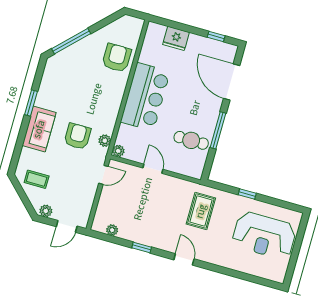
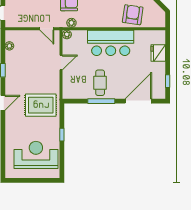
armchair: (117, 58) -> (133, 15), turned -82
cafe table: (191, 140) -> (100, 83), moved
rug: (201, 211) -> (41, 105), width x1.36, depth x1.43
reception desk: (264, 235) -> (36, 155), turned 90

